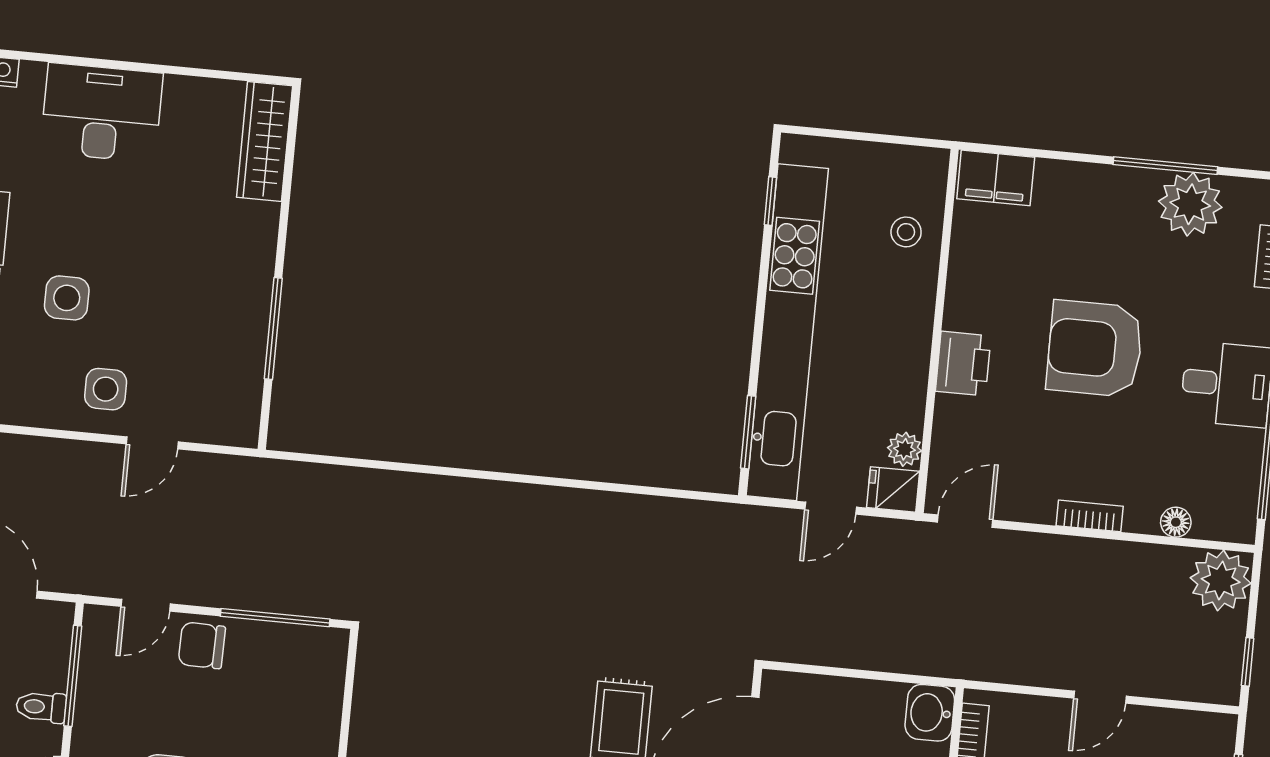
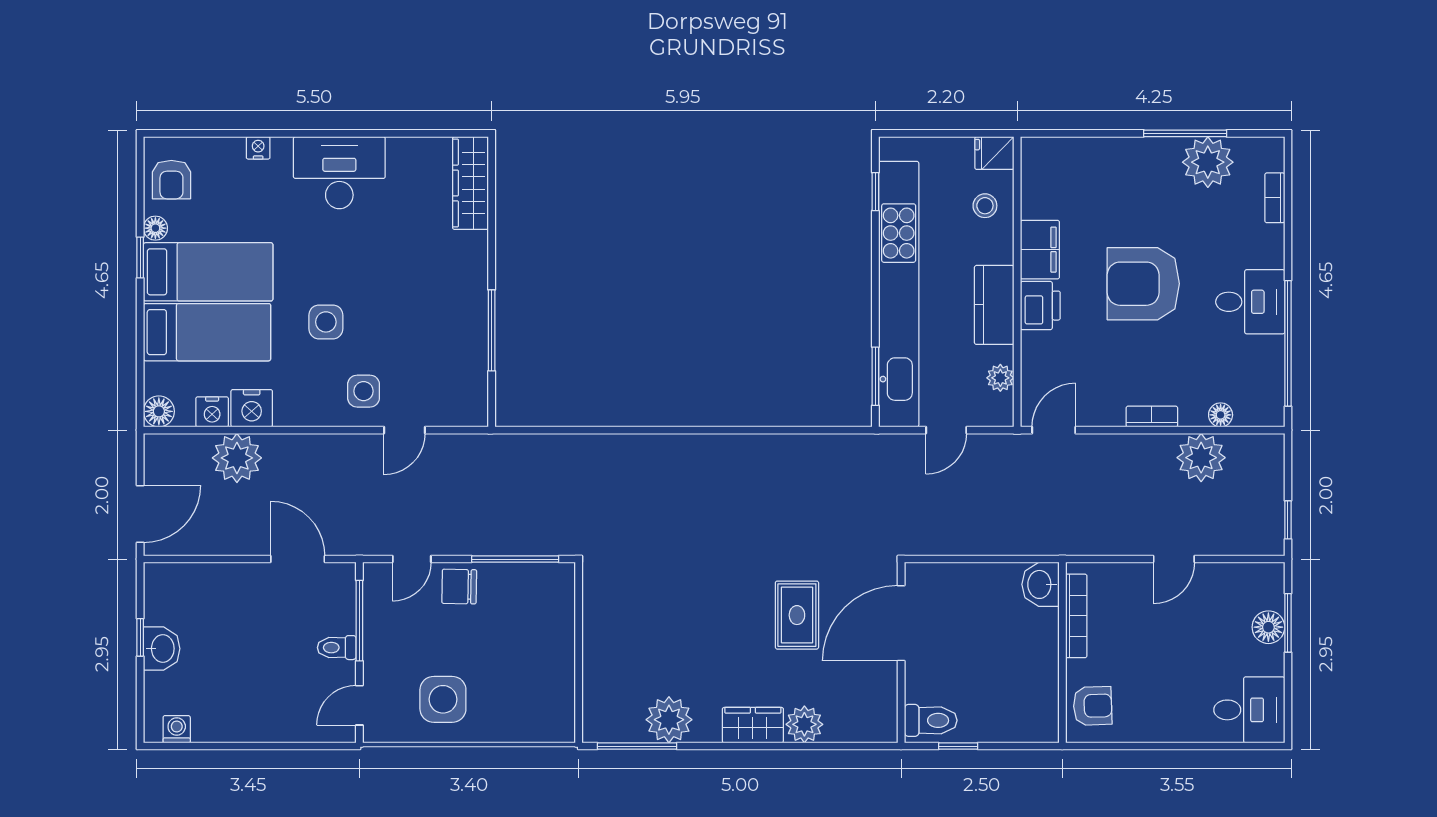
filing cabinet: (996, 178) -> (1040, 250), moved, turned -90
kitchen counter: (906, 357) -> (994, 305), added
fridge: (893, 489) -> (994, 153), moved
plant: (1221, 580) -> (1201, 458), moved

